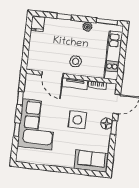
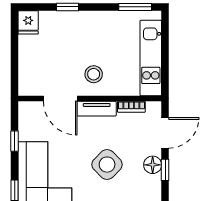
plant: (87, 27) -> (106, 18), removed
side table: (77, 120) -> (107, 165), turned 45

